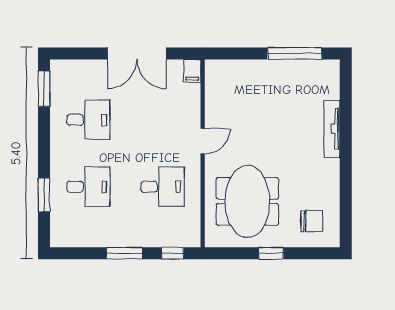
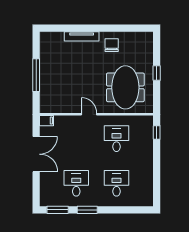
window: (295, 53) -> (36, 75), moved
window: (44, 195) -> (87, 210), moved
meeting table: (247, 201) -> (125, 87), turned 90
chair: (311, 221) -> (112, 45), moved
window: (124, 253) -> (157, 162), removed

